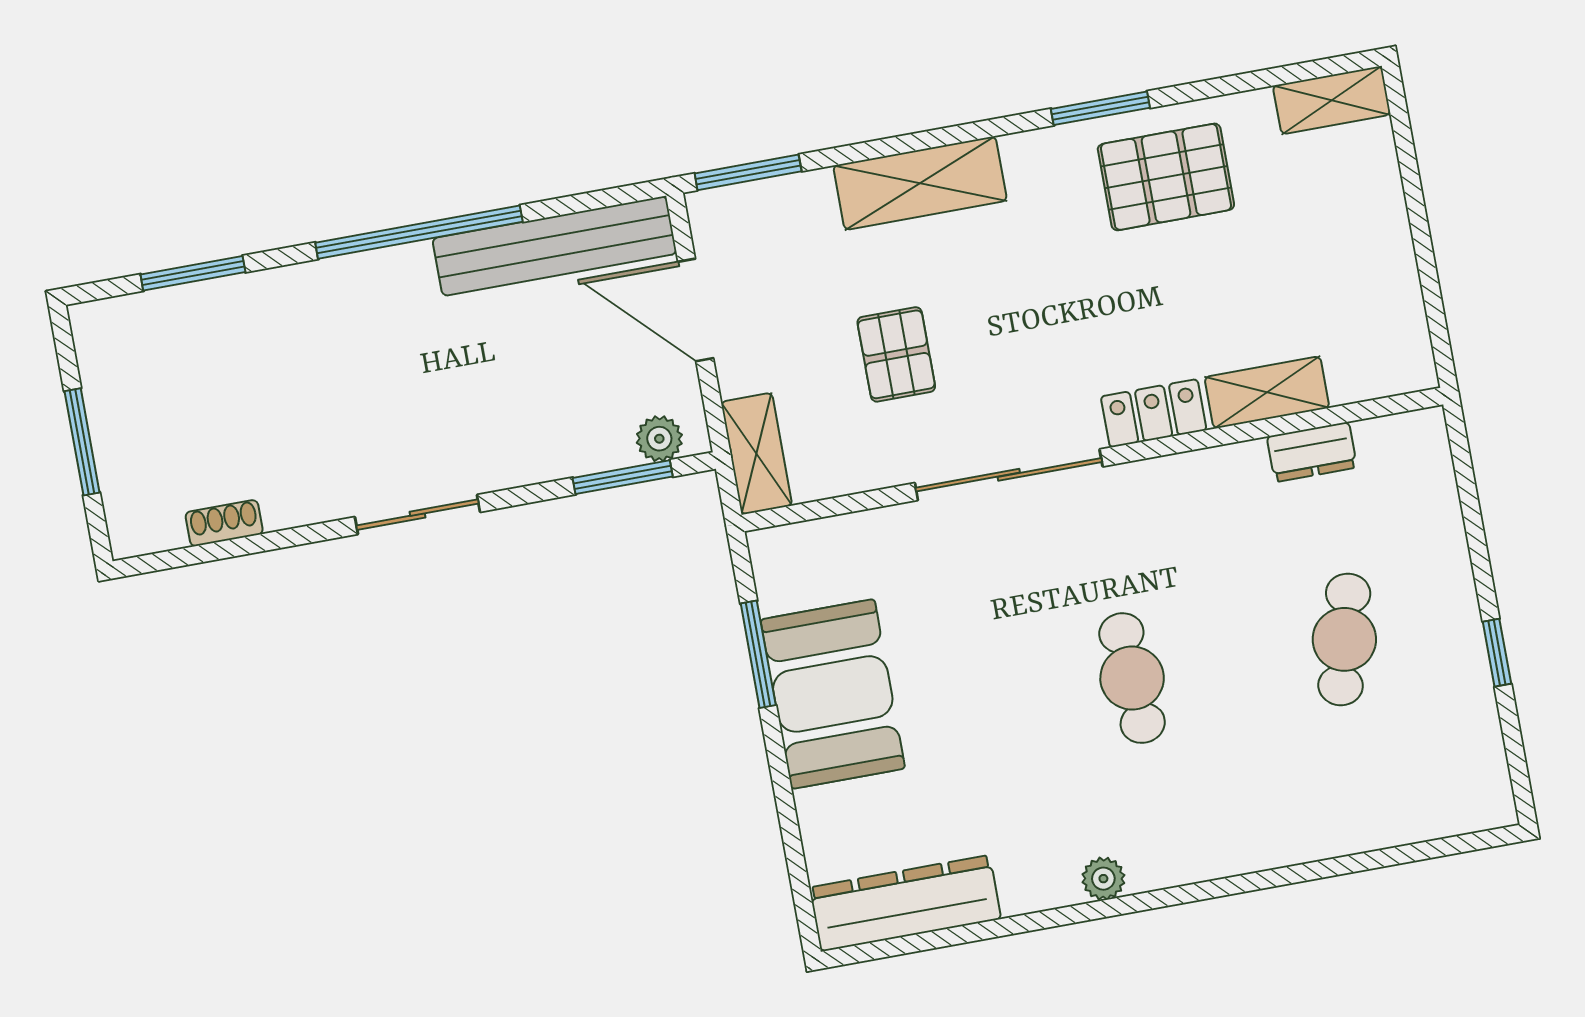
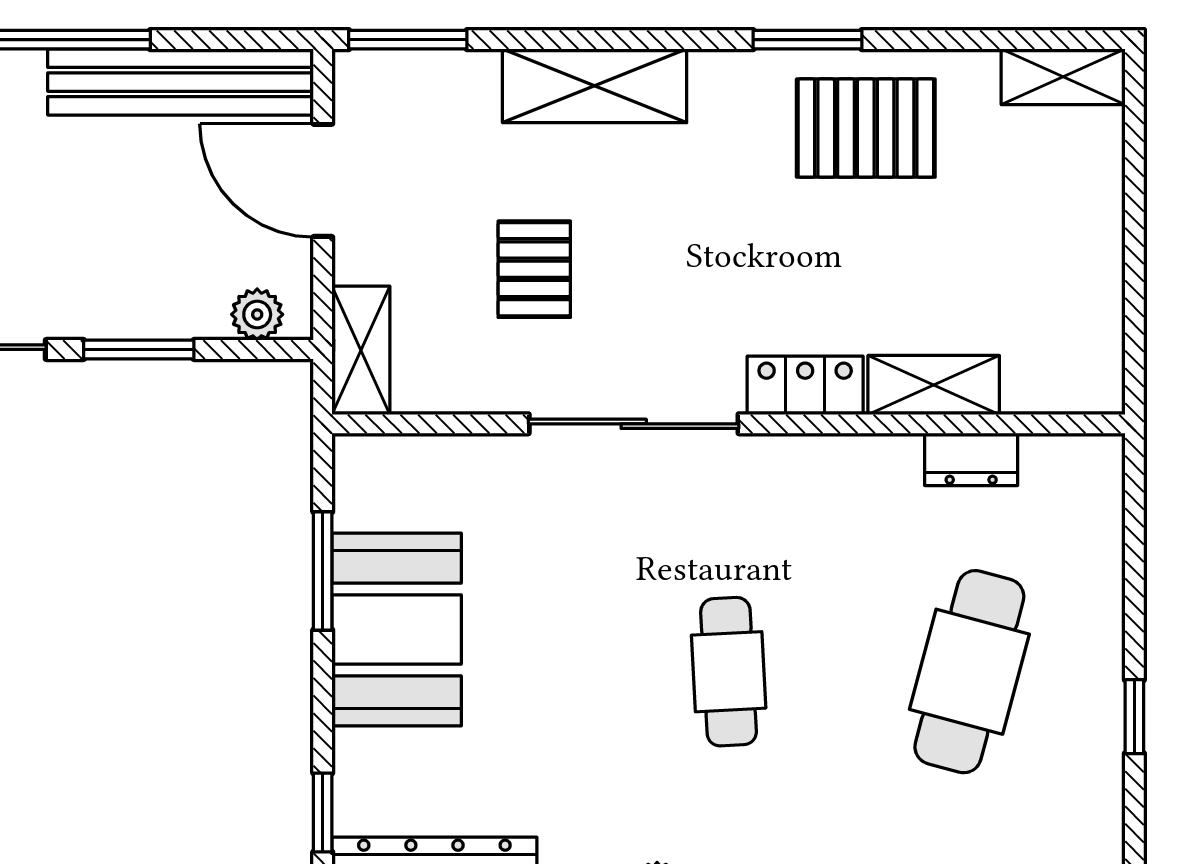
window: (623, 477) -> (139, 349), moved
cafe table: (1344, 639) -> (969, 672), width x1.37, depth x1.35
window: (797, 867) -> (323, 813), added

